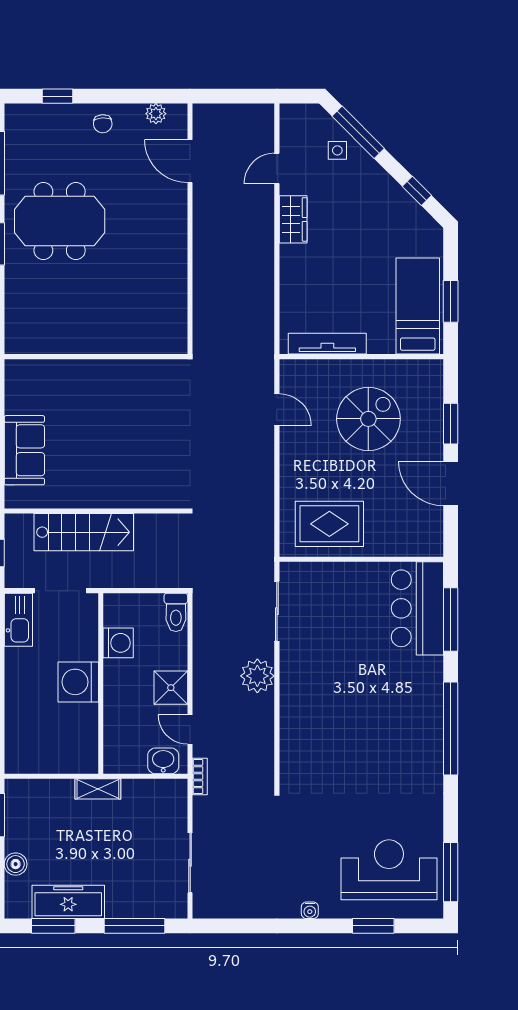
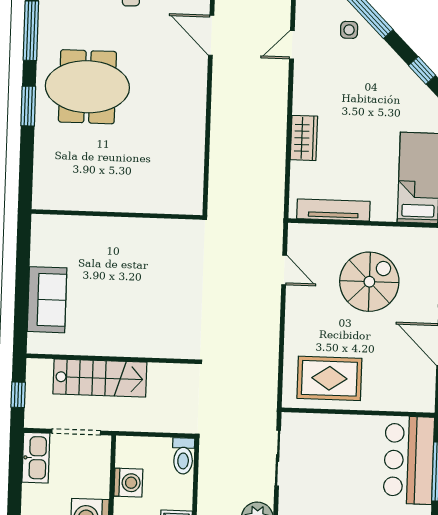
wardrobe: (293, 219) -> (304, 138), moved

